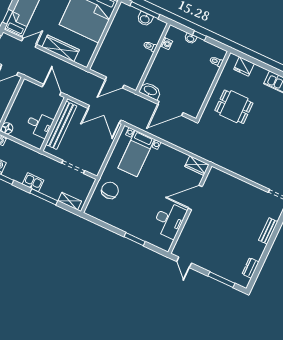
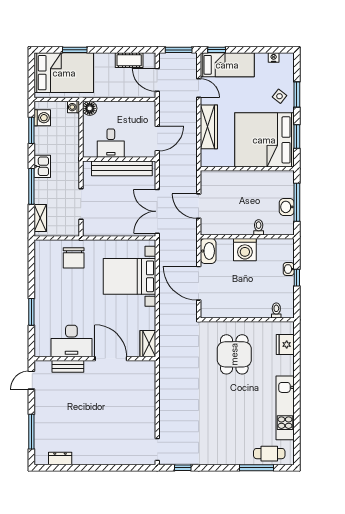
washing machine: (166, 43) -> (245, 250), moved, width x1.89, depth x1.89
bed with nightstands: (136, 154) -> (129, 276), width x1.36
chair: (110, 190) -> (74, 258), turned 90
bench: (268, 231) -> (68, 366), moved

